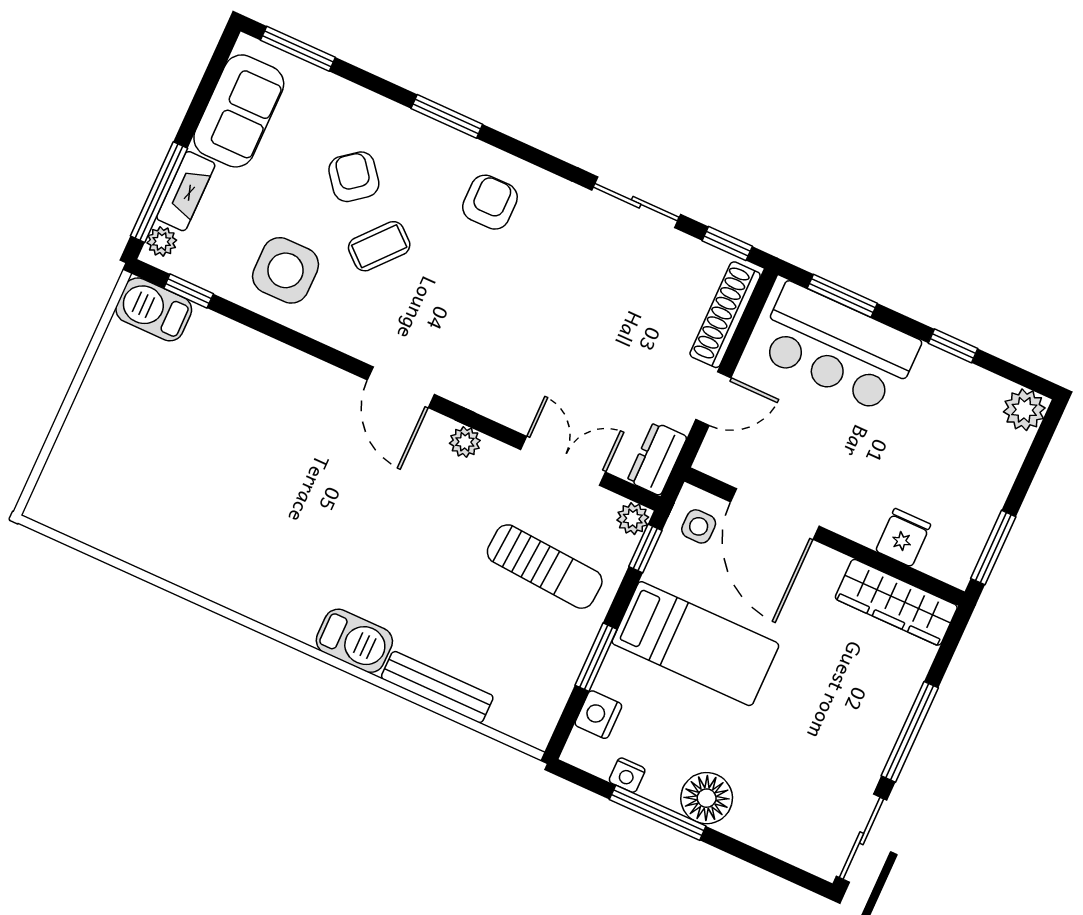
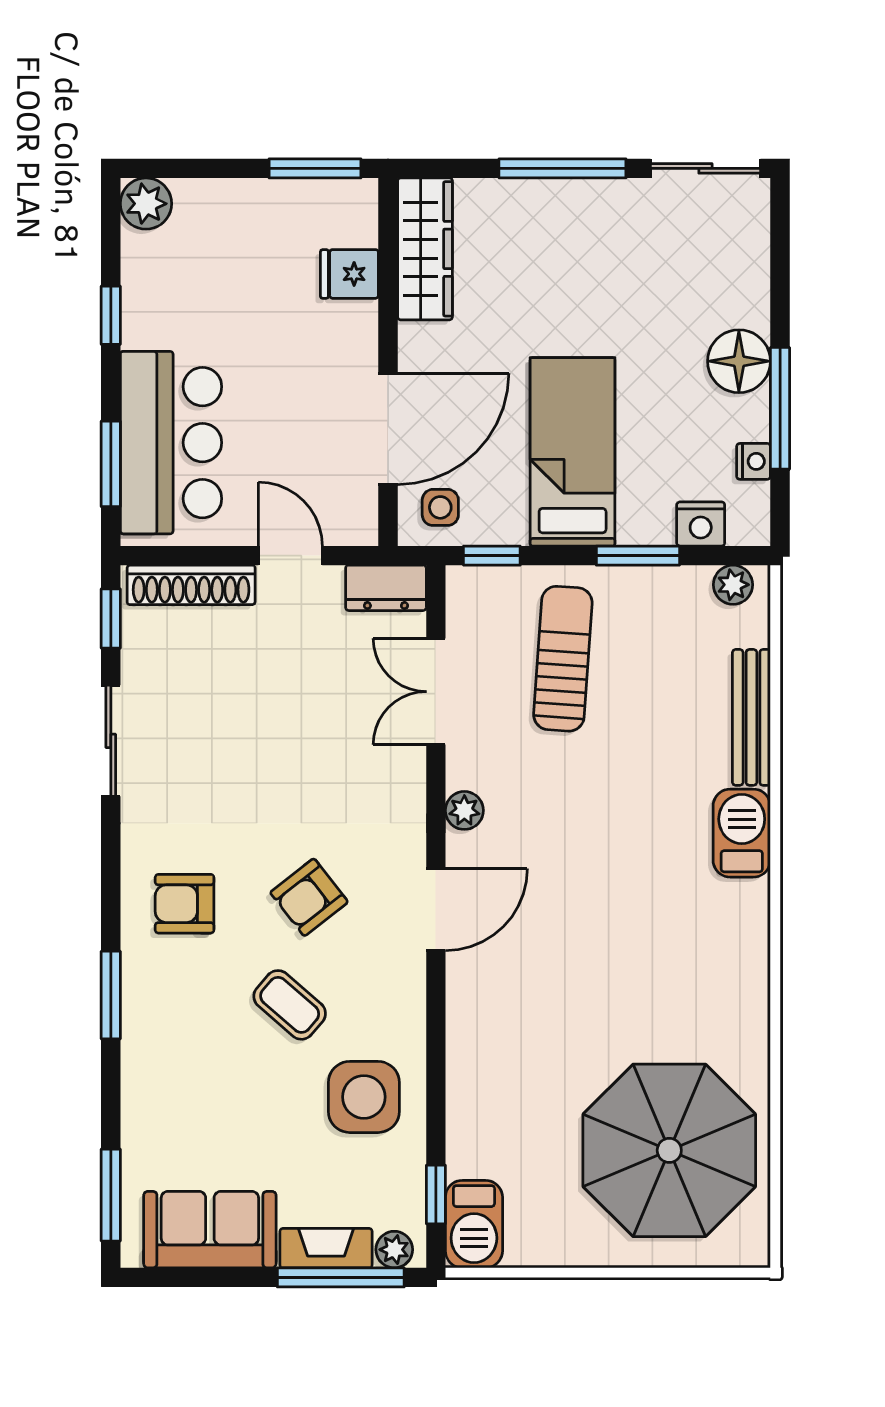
armchair: (354, 177) -> (309, 897), moved
parasol: (143, 480) -> (669, 1150), added
plant: (633, 519) -> (733, 585), moved

